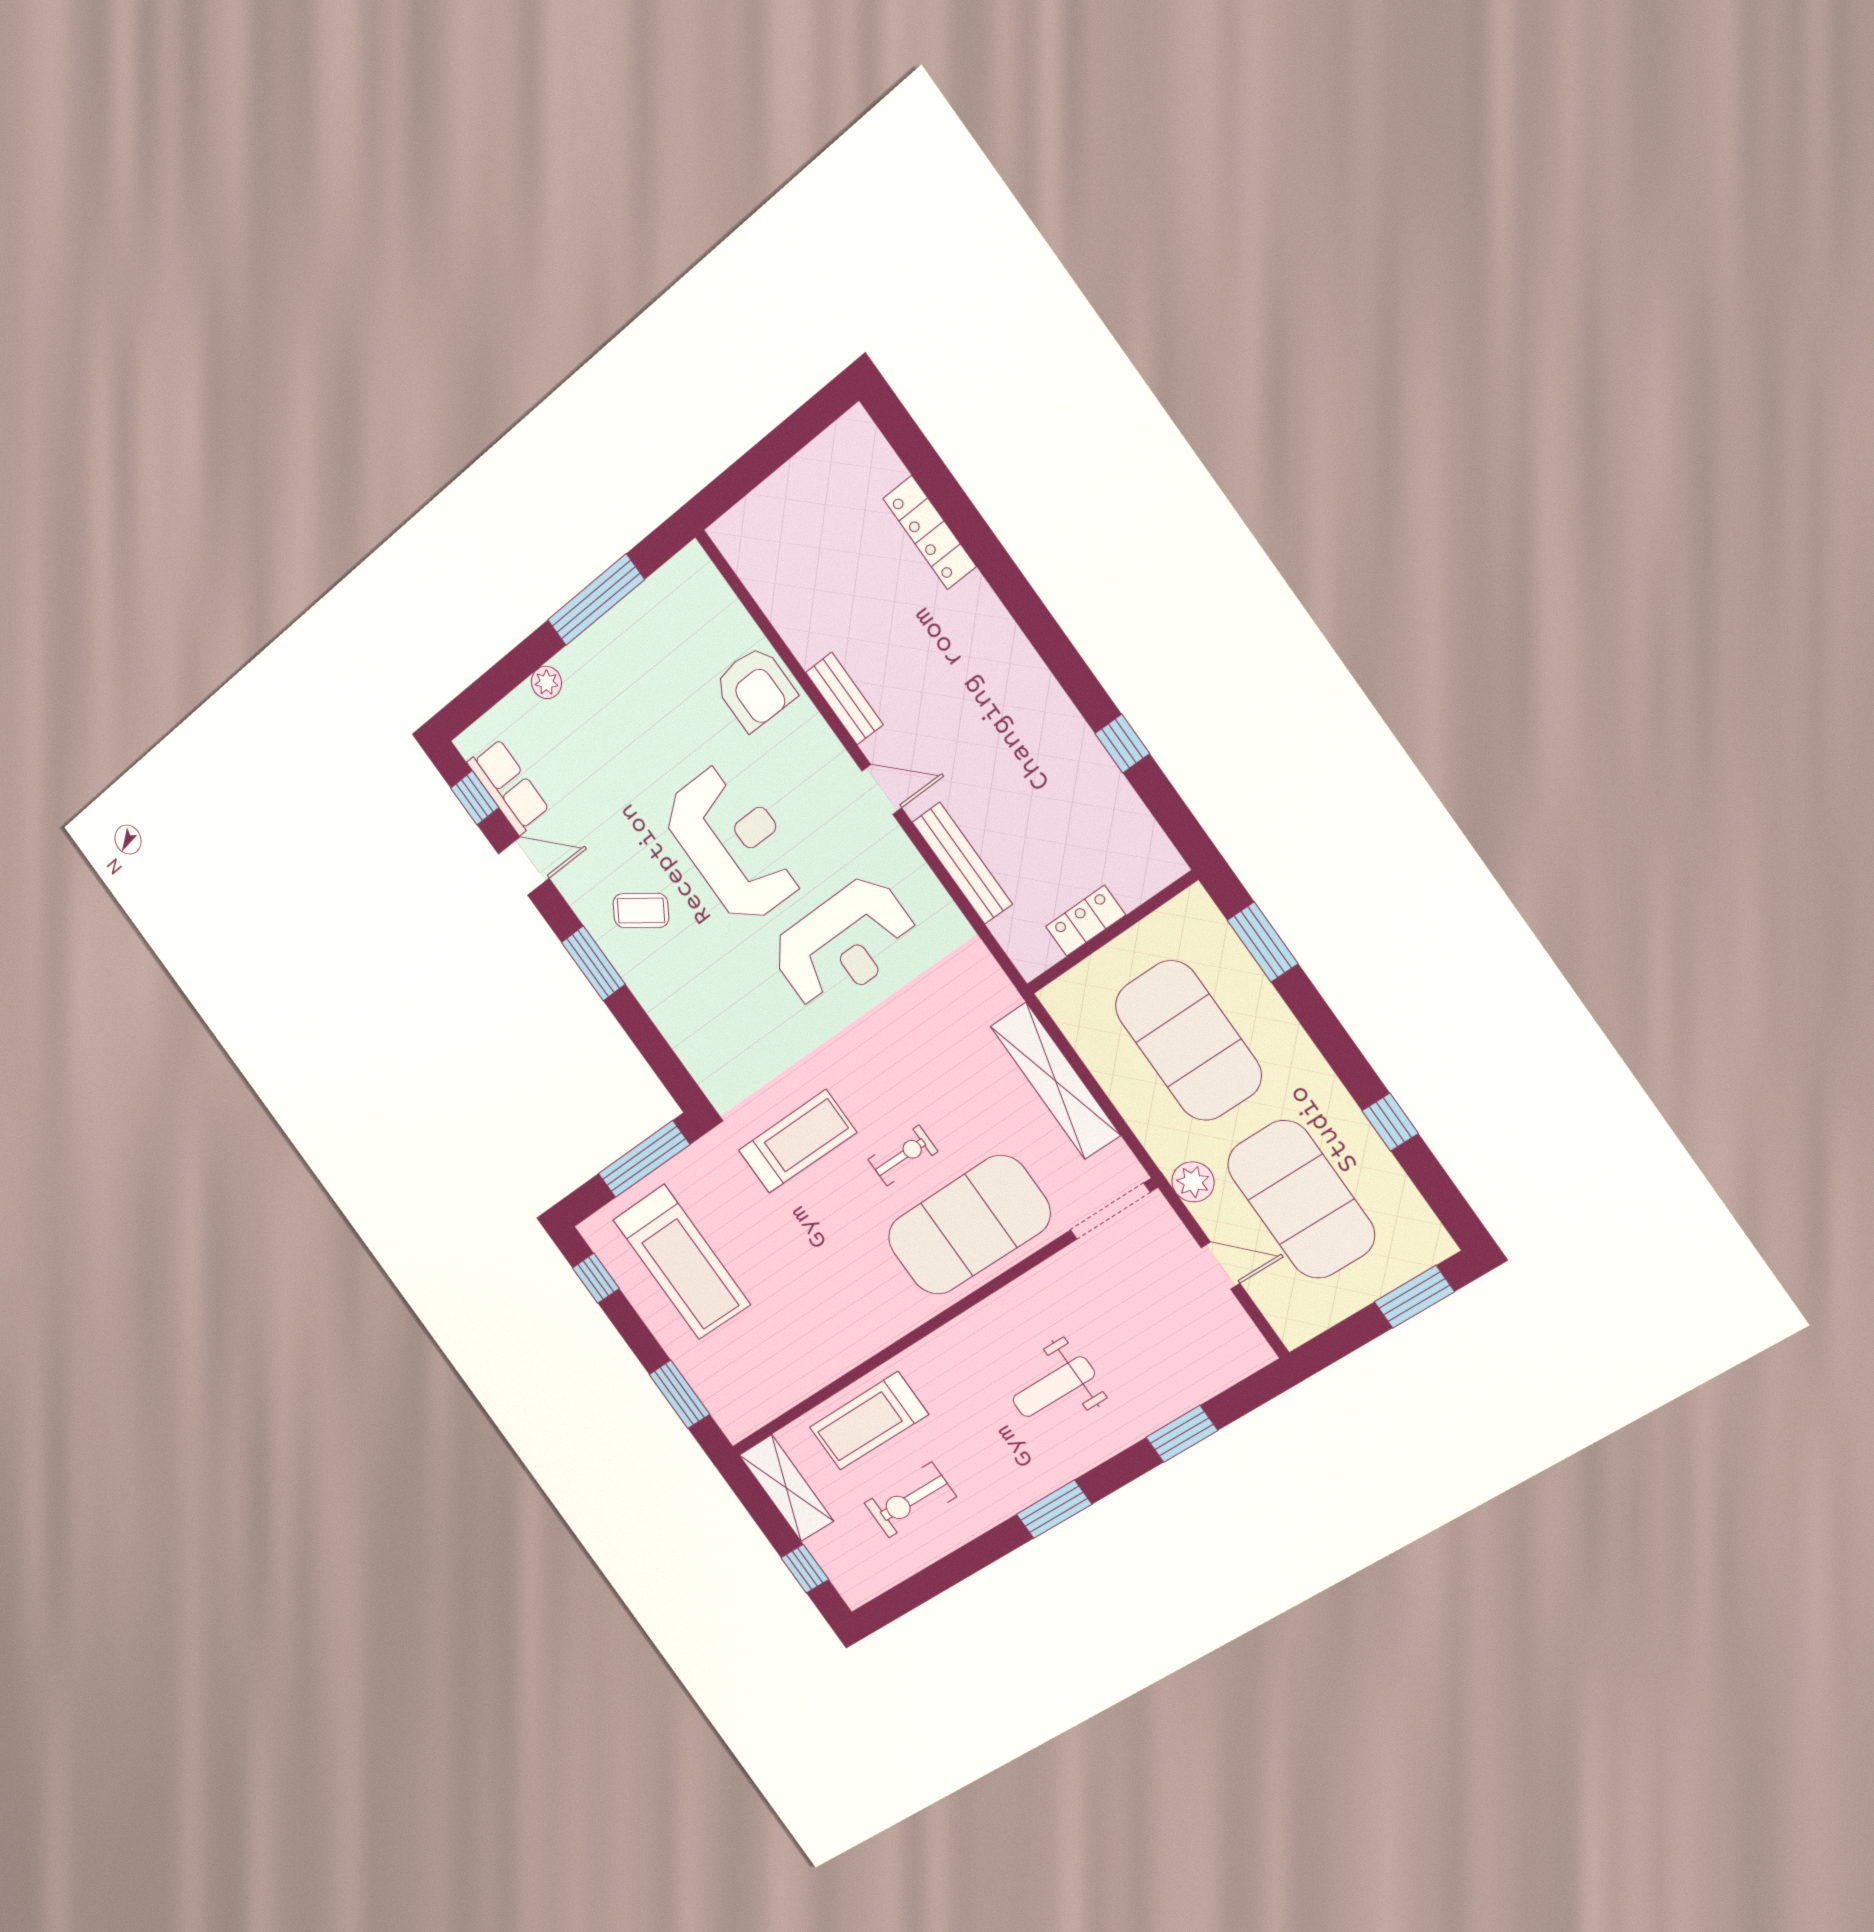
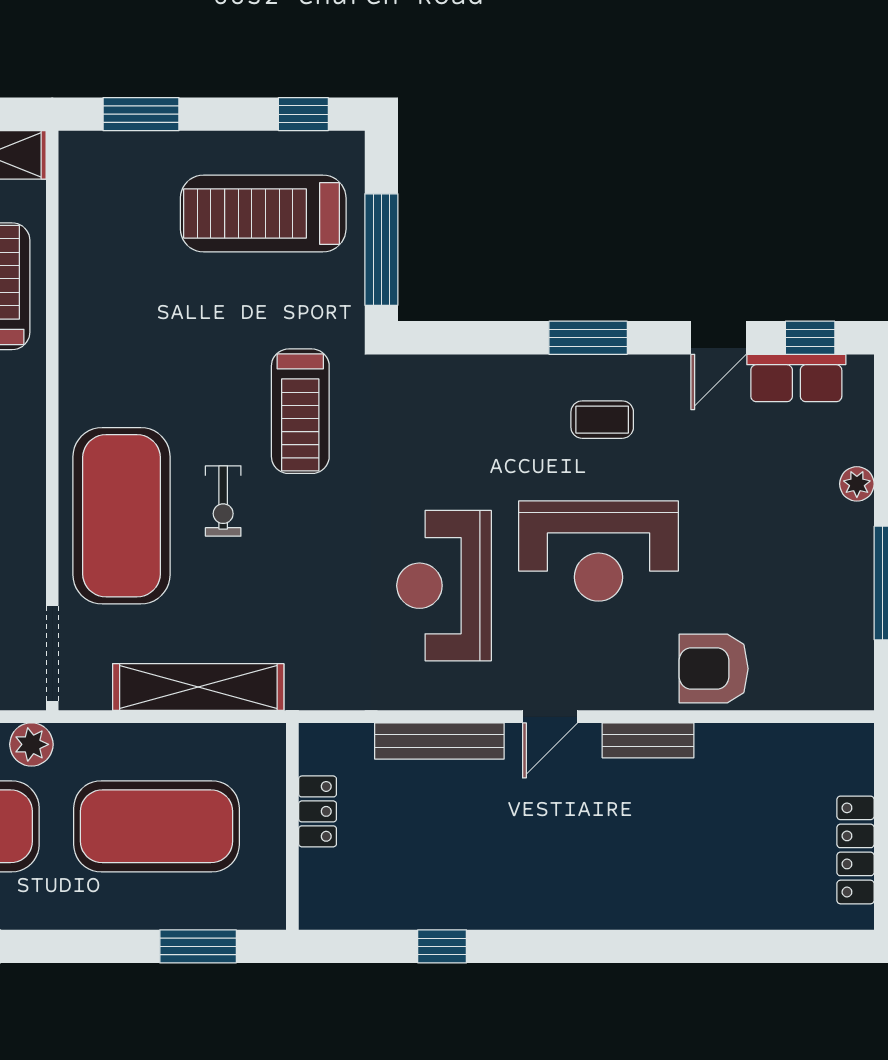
locker: (930, 532) -> (856, 850), moved, turned -90
coffee table: (641, 911) -> (602, 420), turned 56

